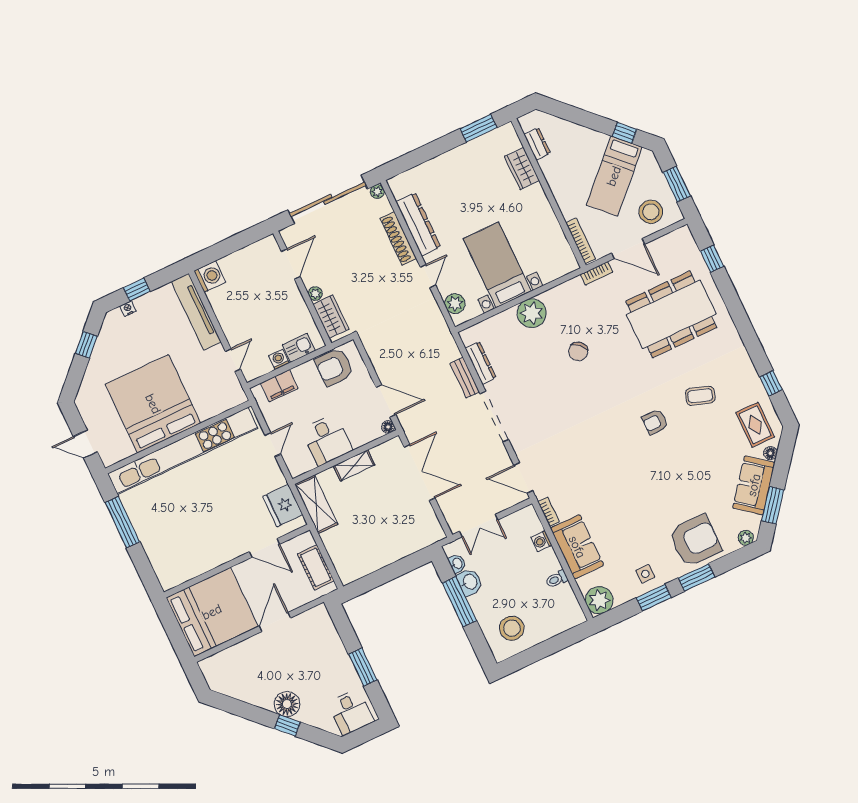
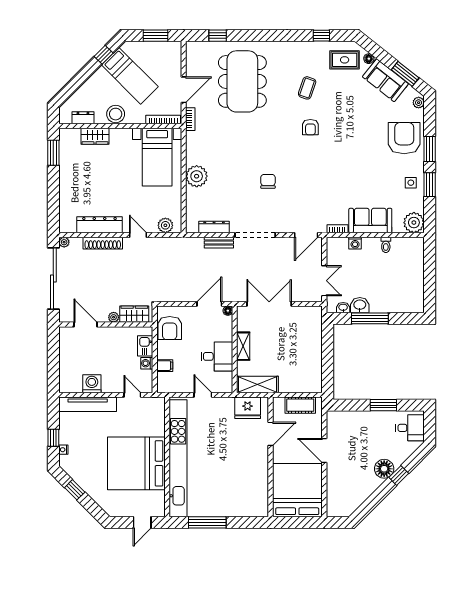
stool: (651, 212) -> (116, 114), moved
bed with nightstands: (497, 265) -> (157, 157), moved, turned -90
washing machine: (210, 277) -> (92, 384), moved
chair: (578, 351) -> (268, 181), moved, turned -133
filing cabinet: (279, 386) -> (165, 366), width x0.50
stool: (512, 628) -> (405, 291), removed

